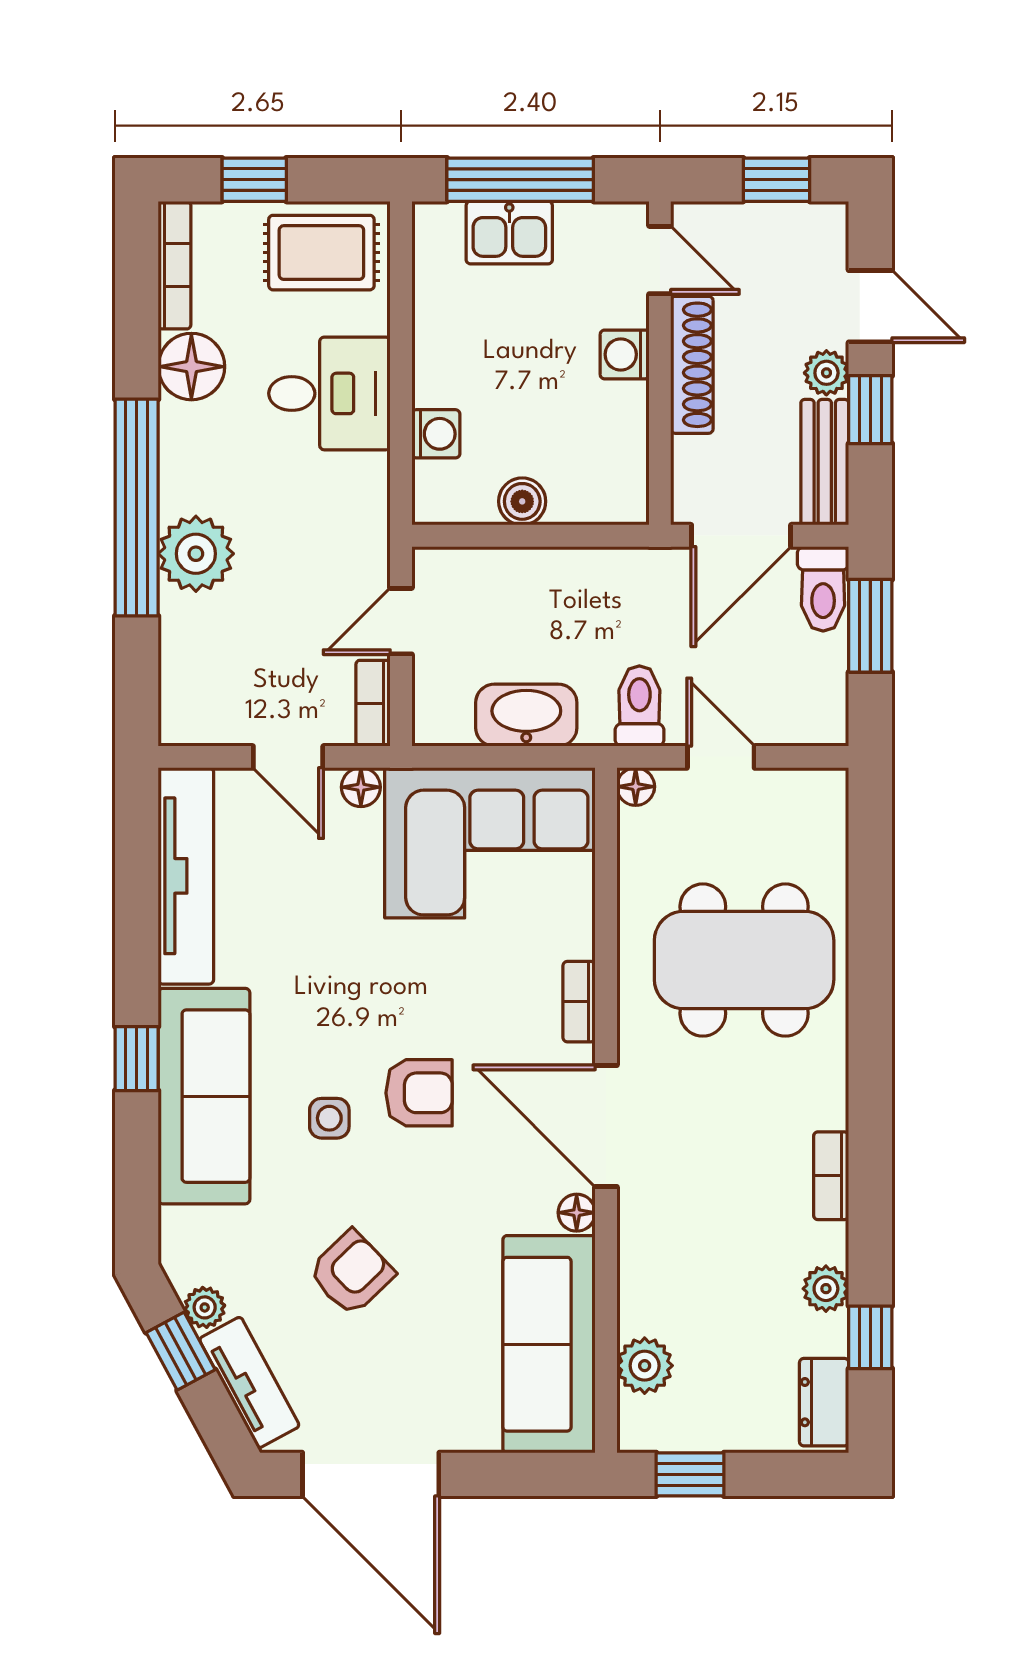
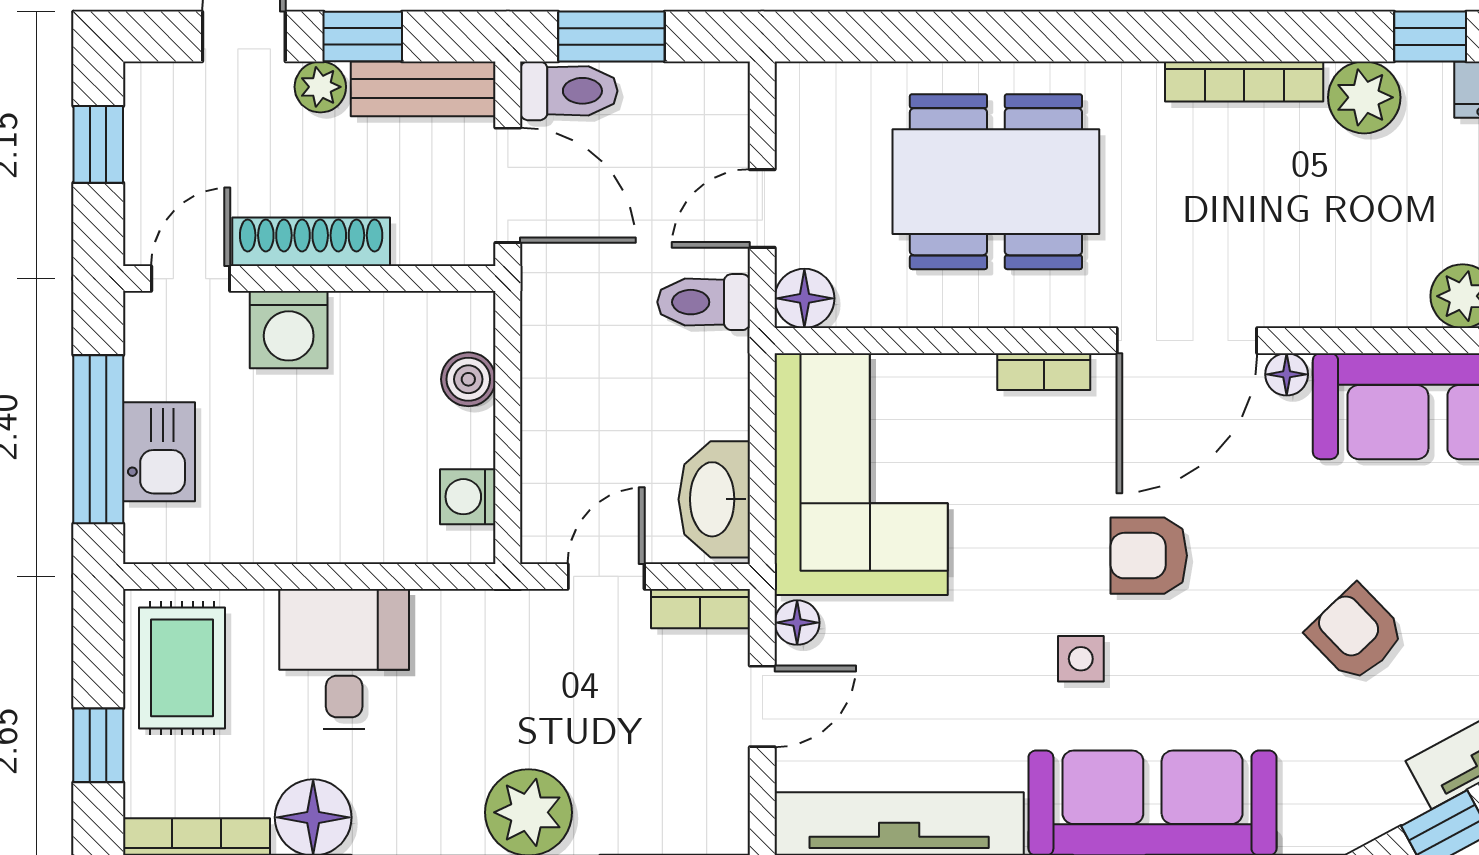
washing machine: (625, 354) -> (289, 330), width x1.38, depth x1.38
washing machine: (436, 434) -> (468, 497), moved, turned -90
boiler: (522, 501) -> (468, 379), moved
door: (401, 621) -> (606, 576), swing flipped
washbasin: (526, 715) -> (714, 499), moved
floor lamp: (636, 787) -> (804, 298), width x1.37, depth x1.37
dining table: (744, 960) -> (996, 182), turned 90
armchair: (419, 1093) -> (1149, 556), turned -90
side table: (329, 1118) -> (1081, 659), moved
bookcase: (831, 1176) -> (1244, 82), width x1.56
plant: (826, 1289) -> (1364, 97), width x1.38, depth x1.38
plant: (205, 1307) -> (1396, 802), removed

